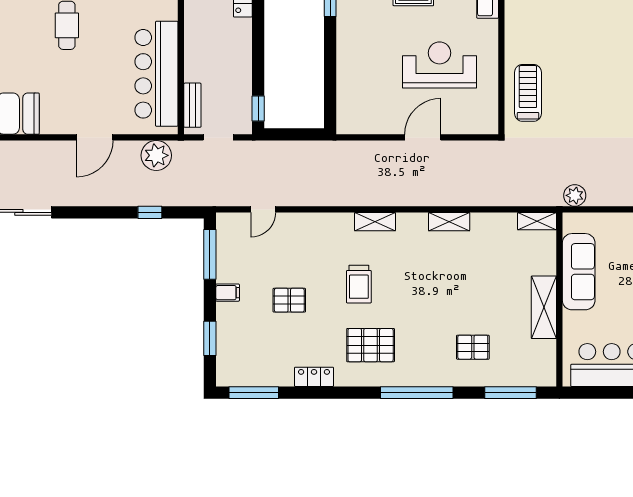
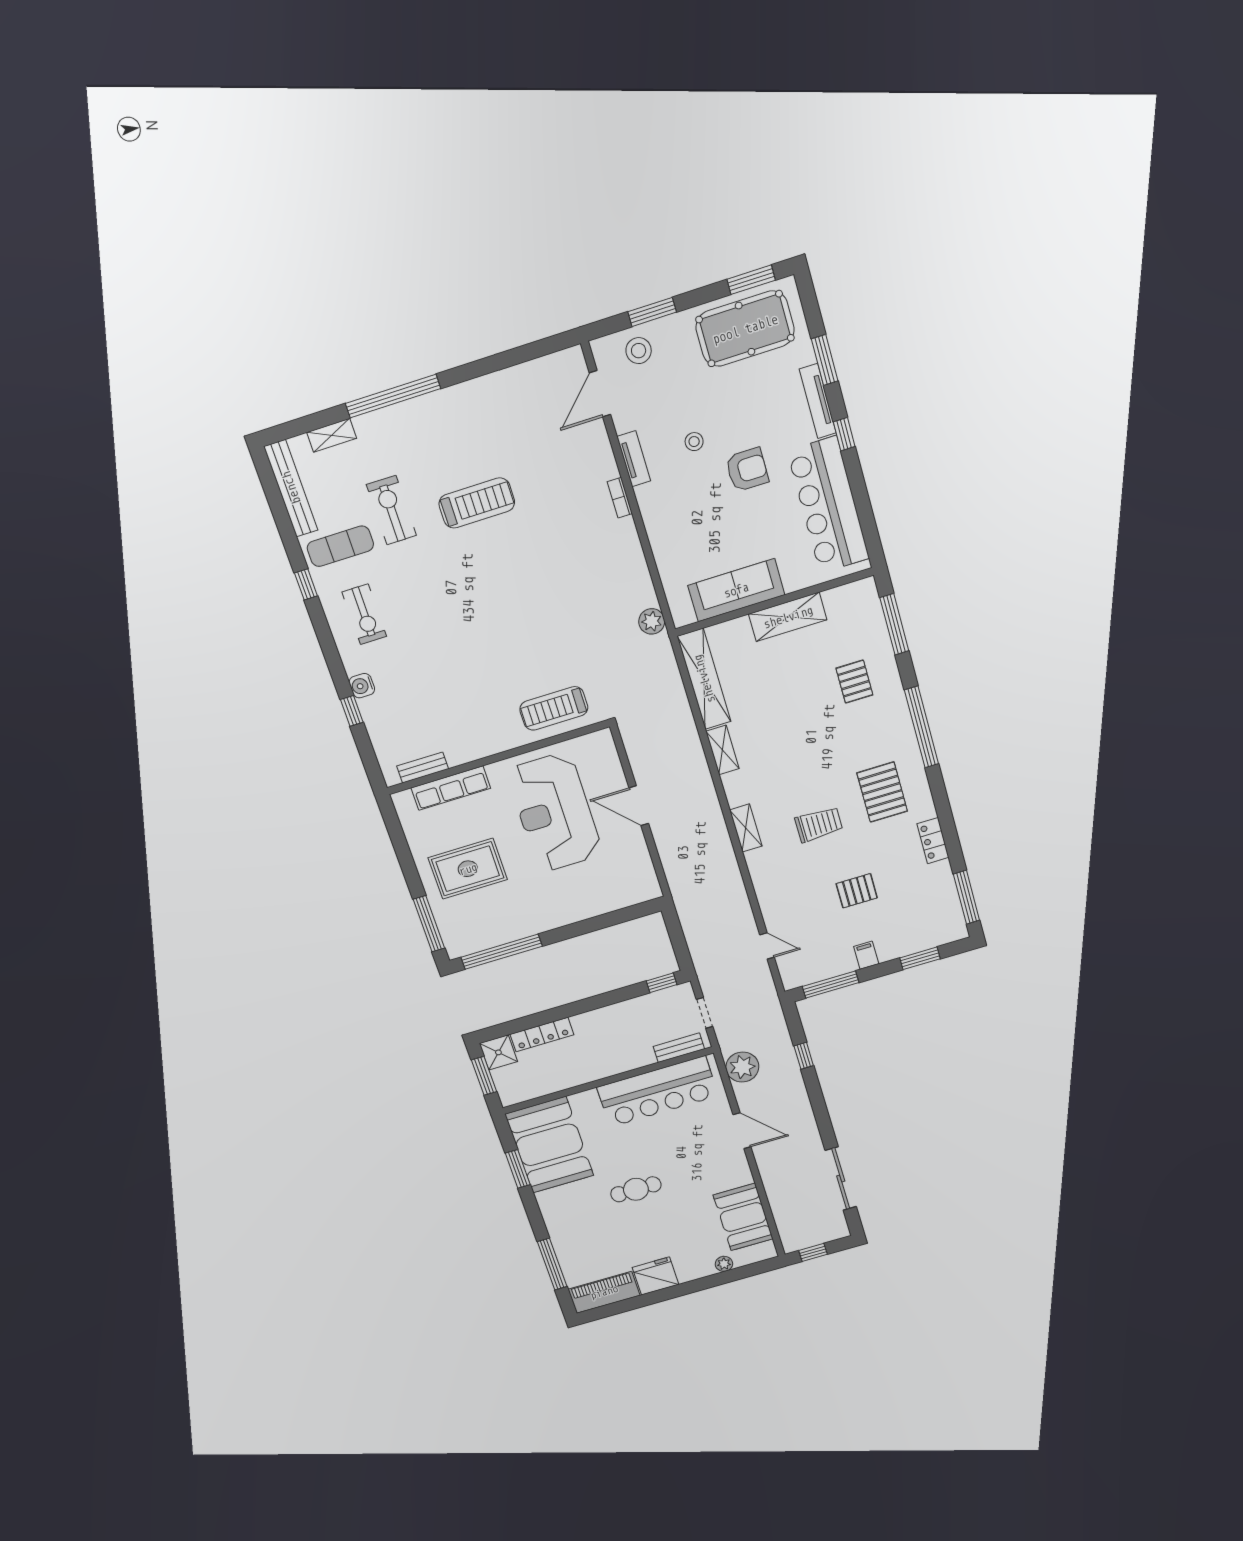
reception desk: (440, 65) -> (555, 812), width x1.36, depth x1.30
shelving: (537, 221) -> (704, 679), width x2.20, depth x1.33
pallet: (289, 300) -> (857, 891), turned 90

